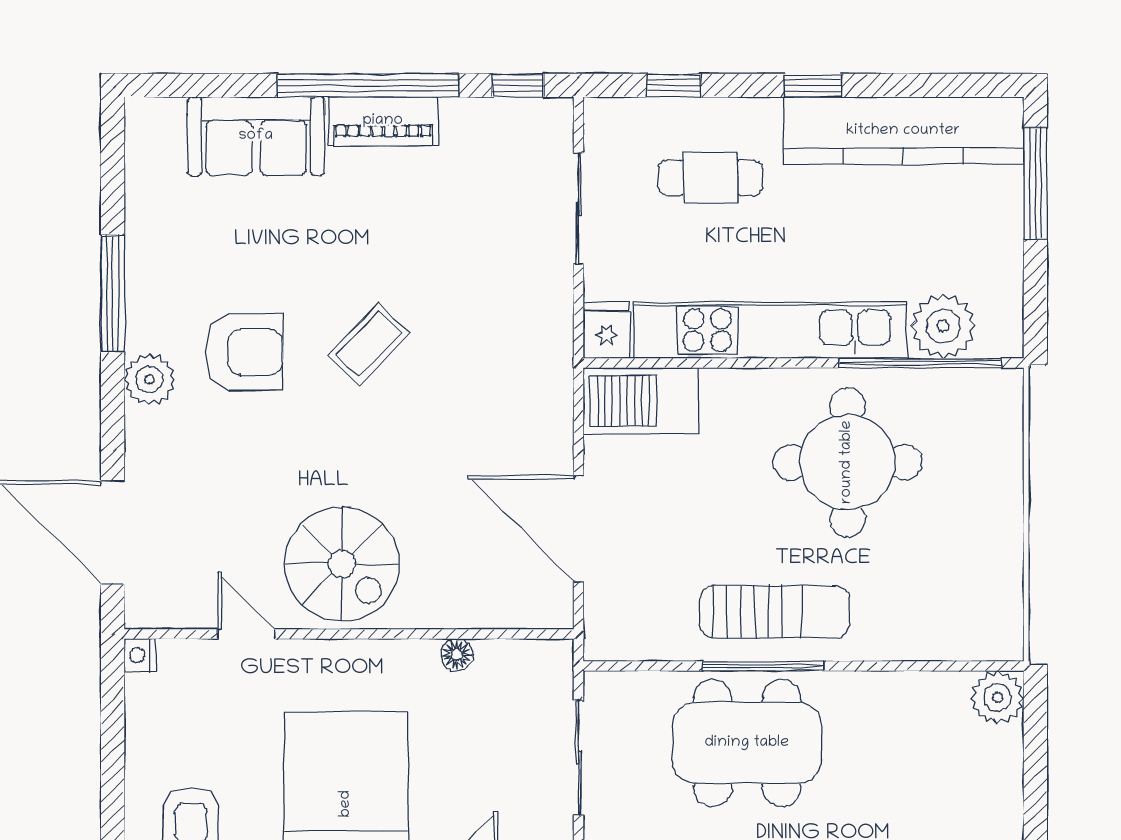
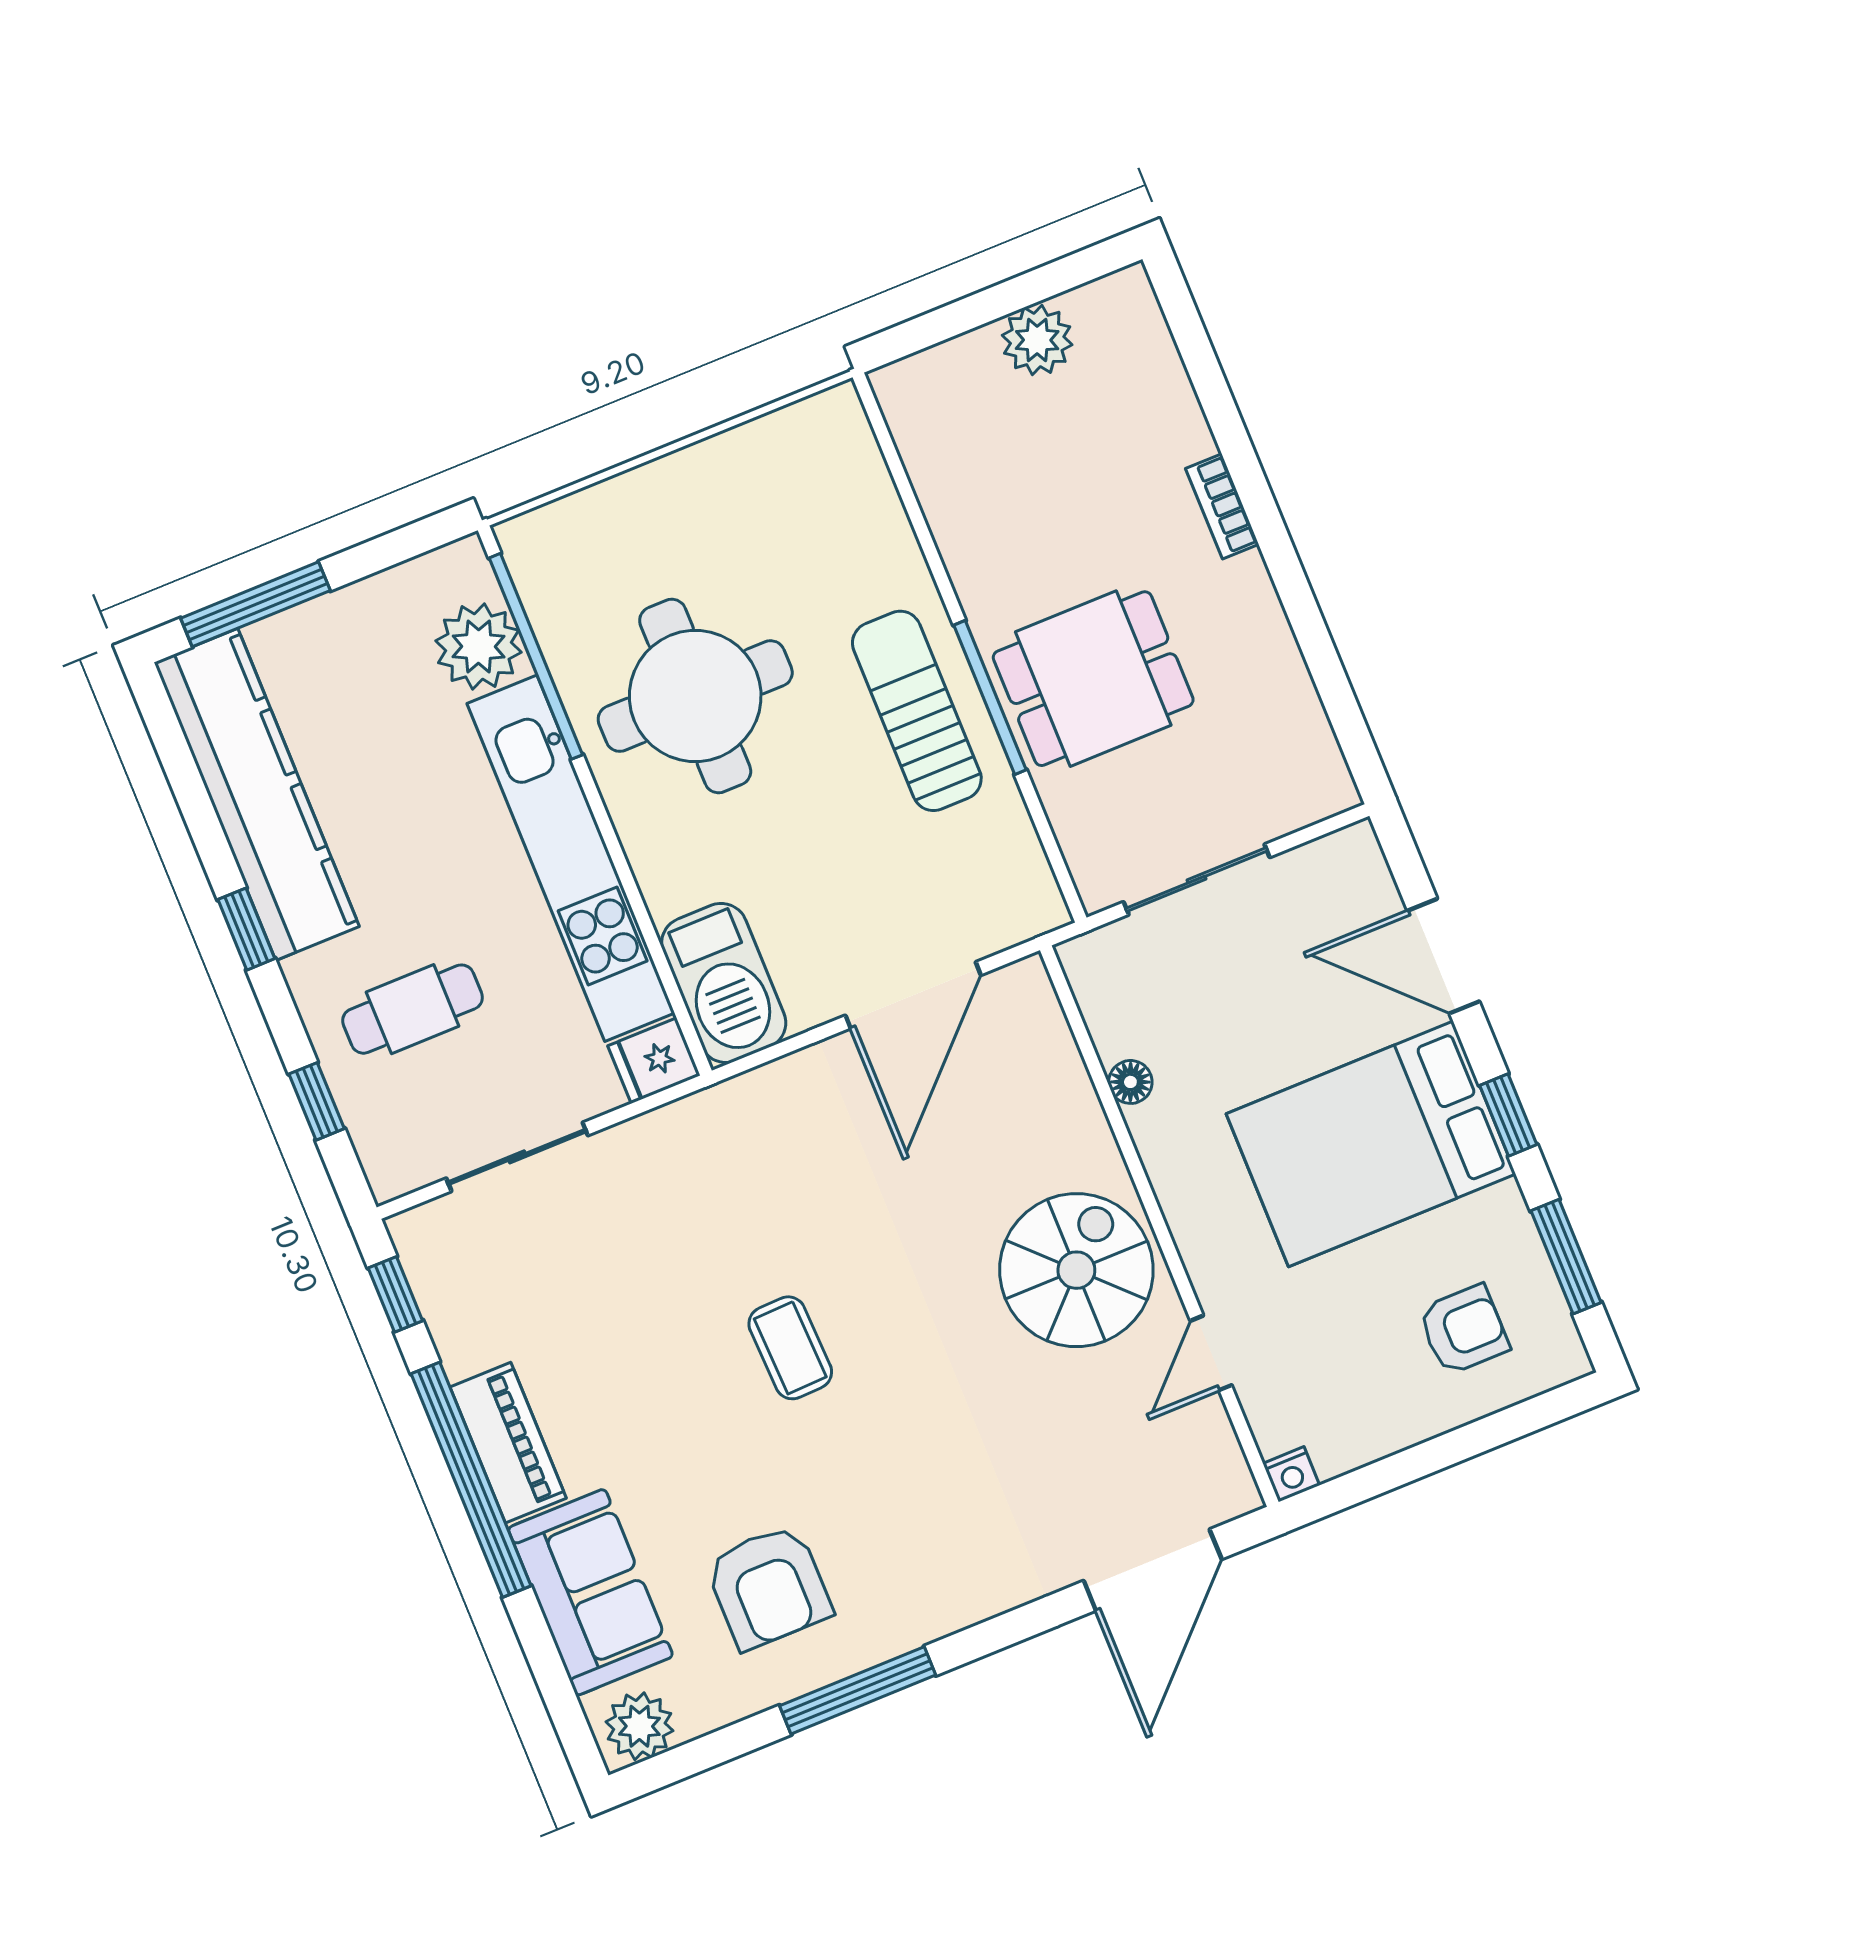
cafe table: (711, 178) -> (413, 1009), turned 90
coffee table: (369, 344) -> (790, 1348), turned 44
armchair: (245, 352) -> (769, 1587), moved, turned 180
plant: (149, 379) -> (639, 1726), moved
plant: (997, 698) -> (1037, 340), moved
dining table: (747, 743) -> (1093, 679), width x0.73

